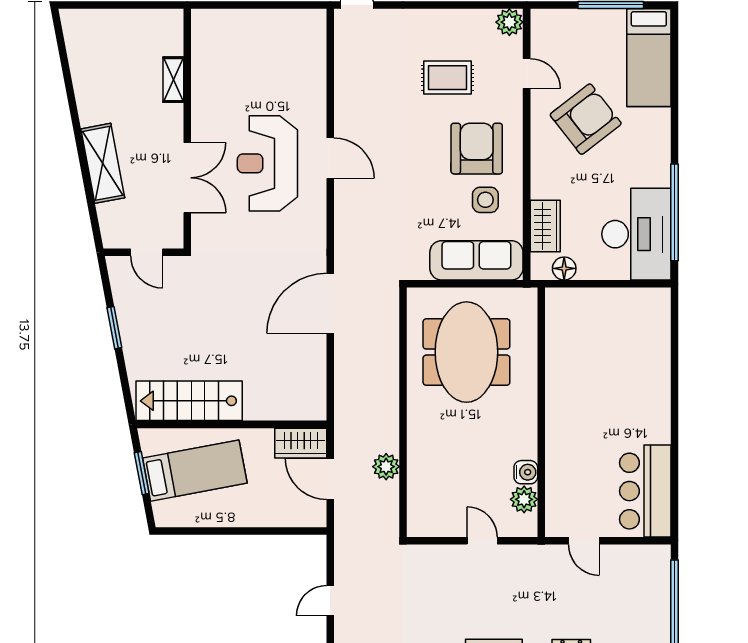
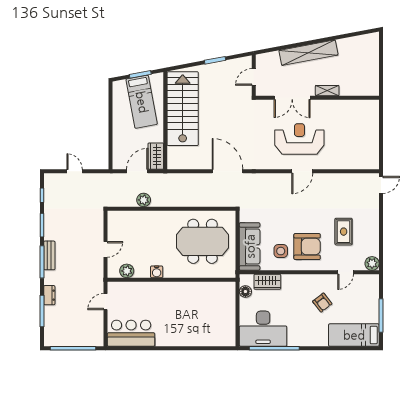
shelving: (173, 80) -> (327, 91), moved
armchair: (586, 119) -> (322, 303), width x0.53, depth x0.53
shelving: (103, 163) -> (308, 53), width x1.47
stairs: (189, 401) -> (183, 109), width x1.36, depth x1.51
water cooler: (526, 472) -> (157, 272), moved

